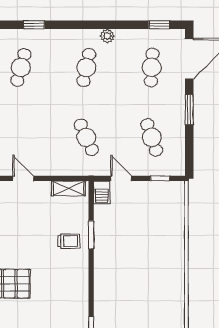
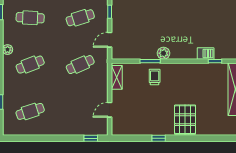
cafe table: (21, 67) -> (30, 111), turned -33
cafe table: (86, 67) -> (30, 65), turned -33
barbecue: (102, 192) -> (206, 53), moved
plant: (102, 254) -> (164, 53), added

